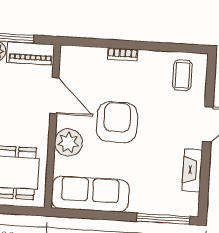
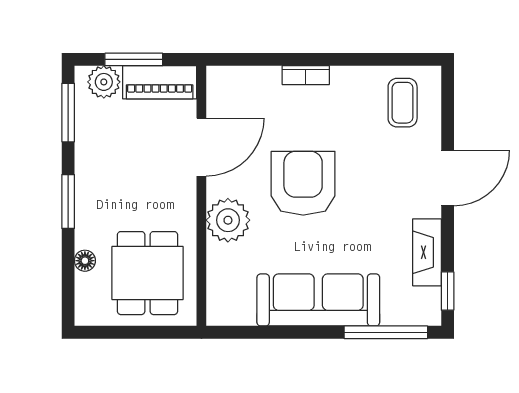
door: (54, 96) -> (201, 147), hinge flipped
sofa: (90, 194) -> (318, 300), moved
window: (204, 195) -> (448, 291), added

